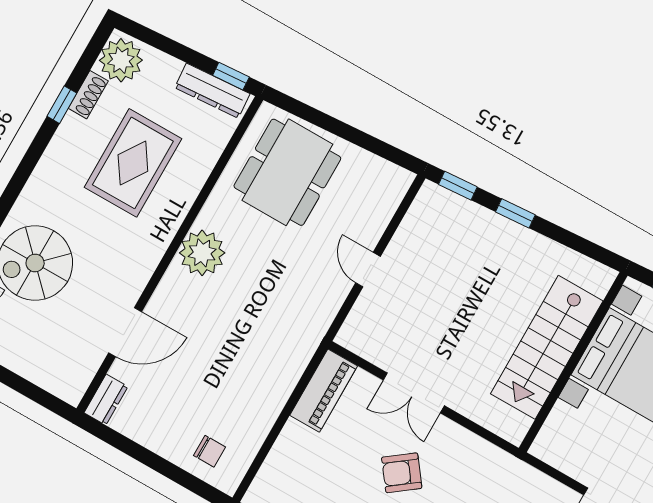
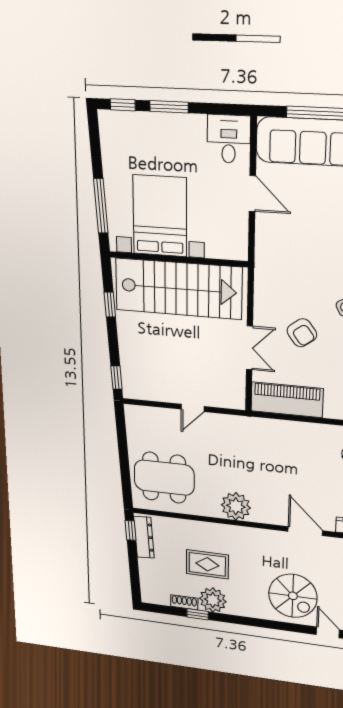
plant: (121, 60) -> (213, 600), moved
rug: (133, 163) -> (207, 564), width x0.73, depth x0.70
window: (515, 213) -> (110, 304), moved
stairs: (547, 347) -> (178, 289), width x1.36, depth x1.51
piano: (324, 391) -> (287, 400), width x1.37, depth x1.33

